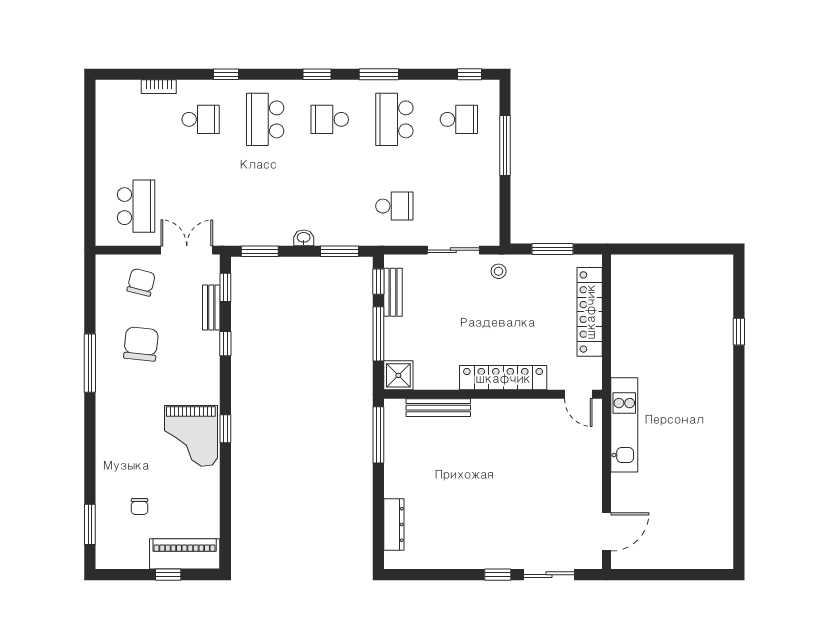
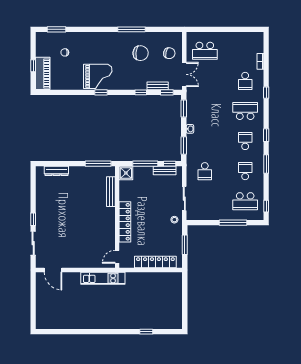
school desk: (394, 119) -> (245, 171), width x0.54
school desk: (459, 119) -> (245, 201), width x1.85
grand piano: (191, 436) -> (98, 76), turned 180

